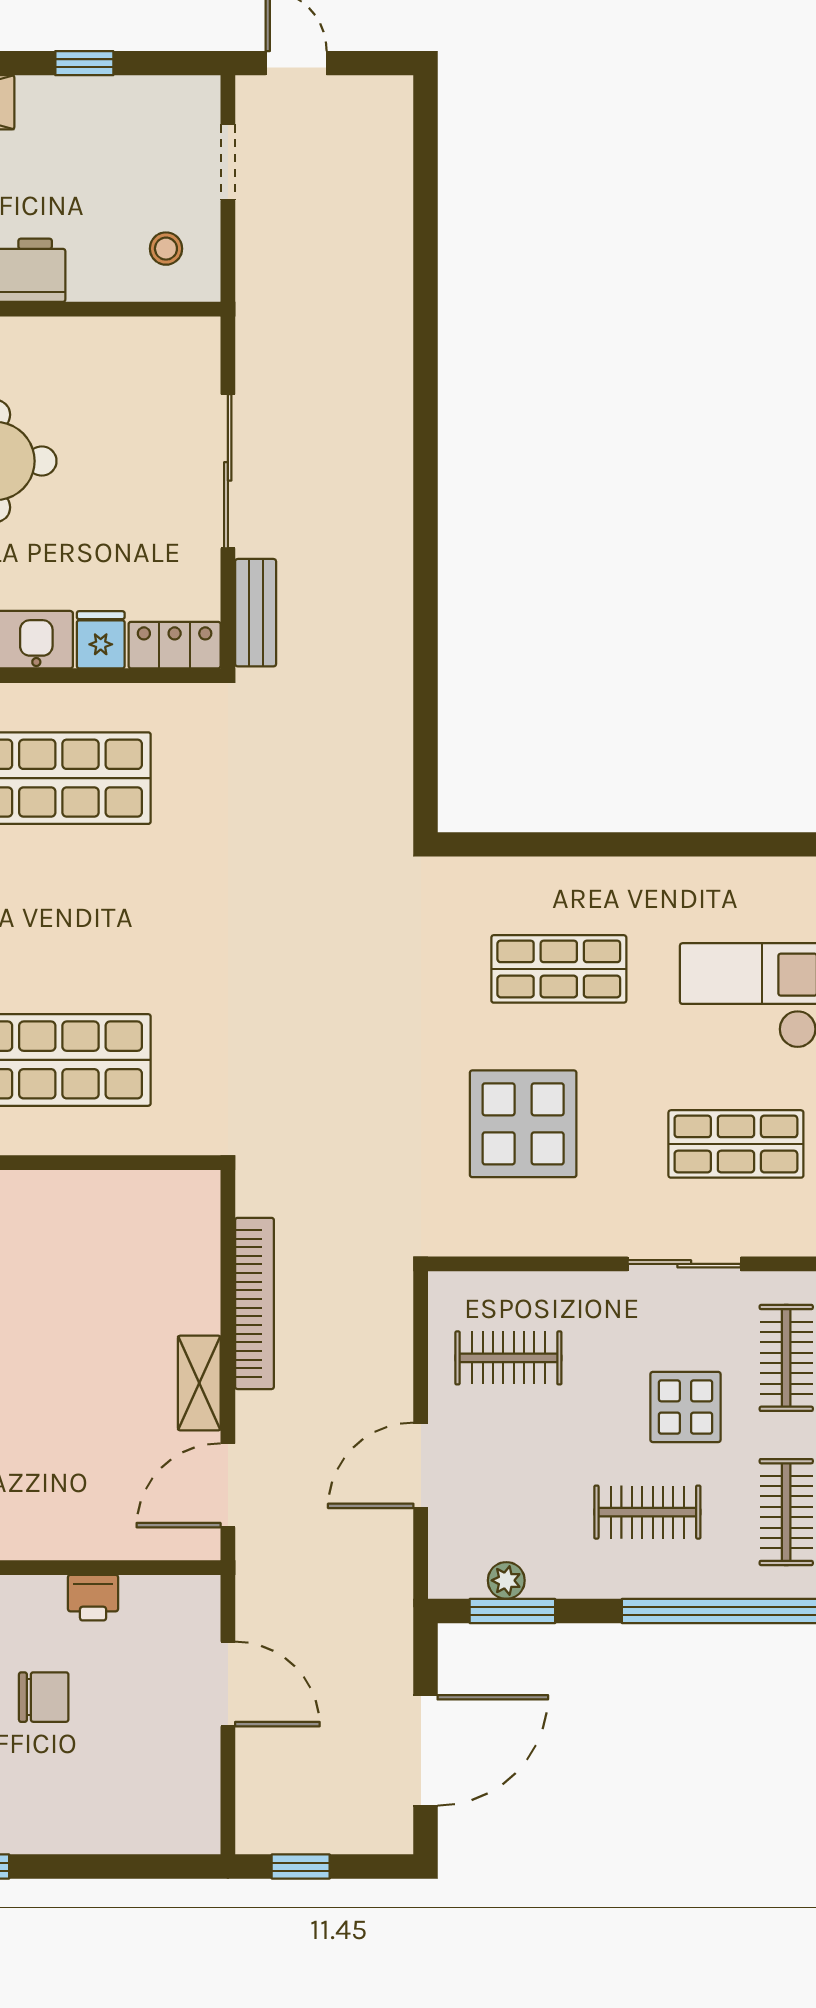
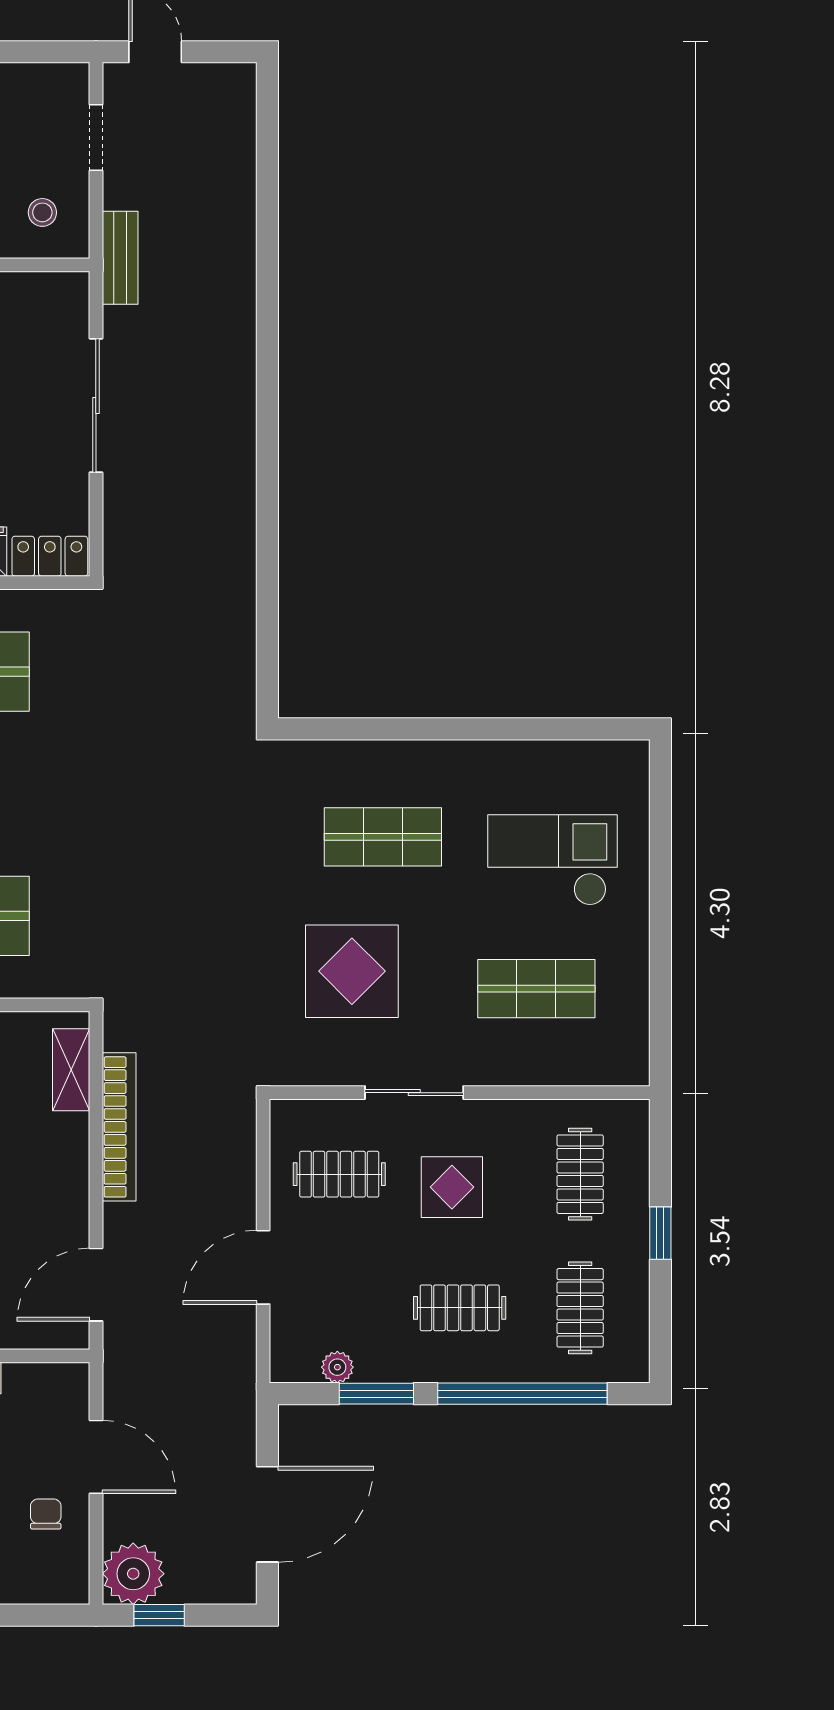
bench: (256, 613) -> (120, 258), moved
sliding door: (684, 1264) -> (414, 1093), moved
shelving: (199, 1383) -> (71, 1070), moved
display table: (685, 1407) -> (452, 1187), moved
window: (512, 1611) -> (376, 1394), moved
chair: (170, 1750) -> (46, 1514), added
plant: (271, 1819) -> (133, 1574), added

